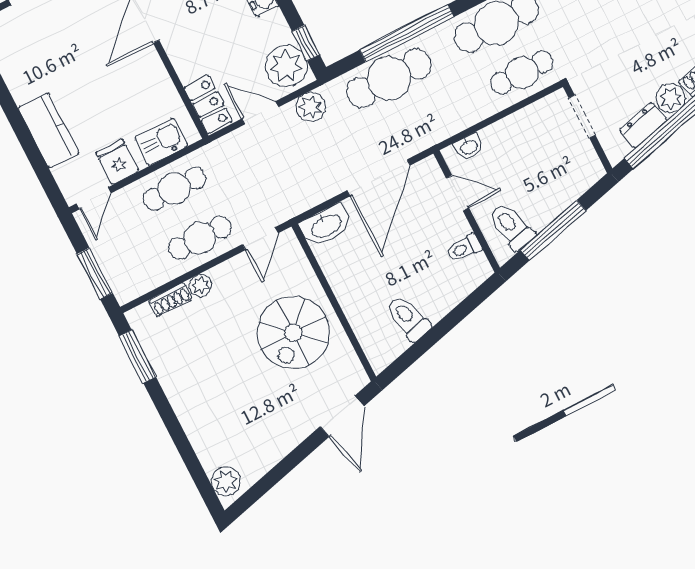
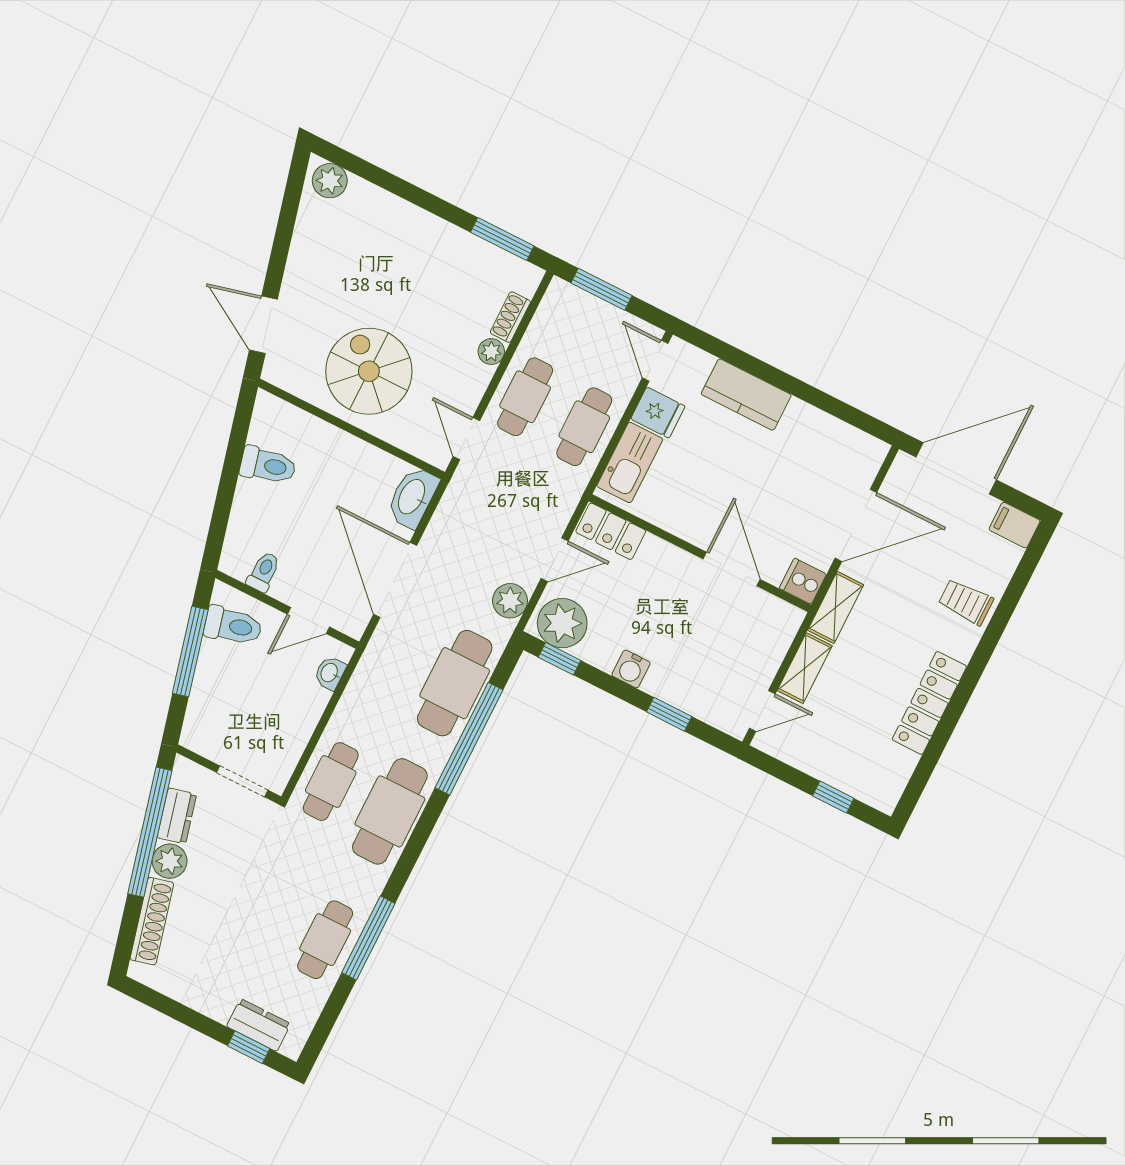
kitchen sink: (161, 142) -> (630, 463), width x1.38

